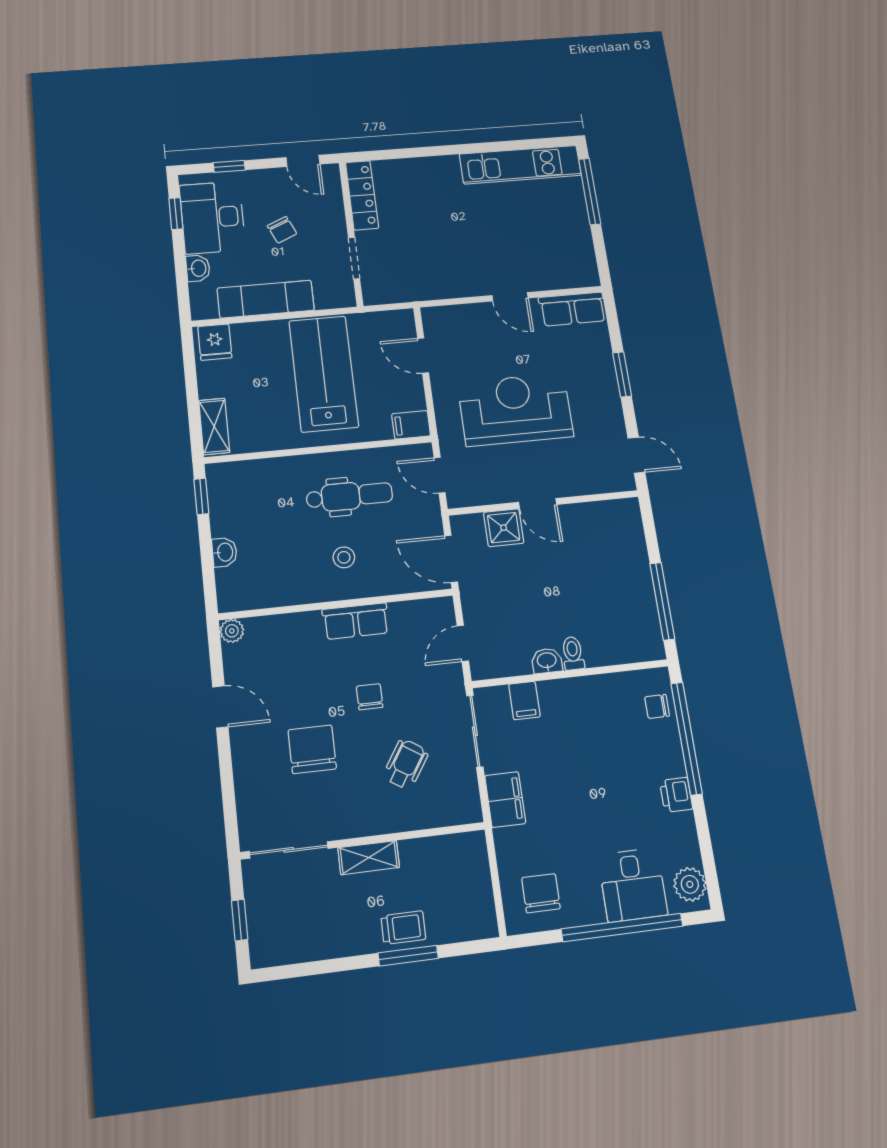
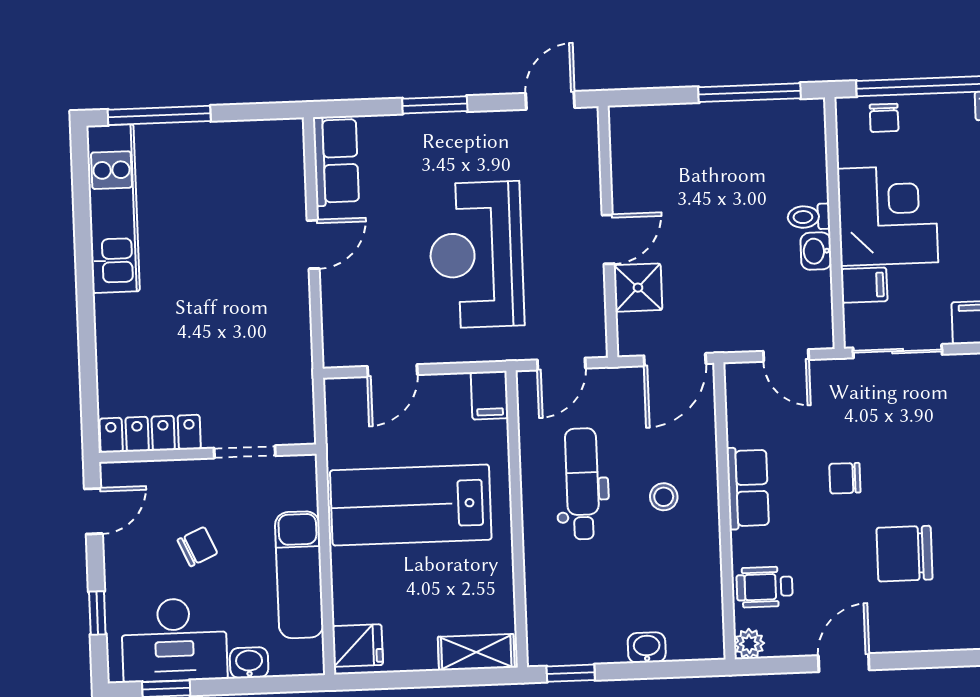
corner desk: (581, 715) -> (888, 215), added
wheelchair: (406, 764) -> (765, 587), moved, turned -33

